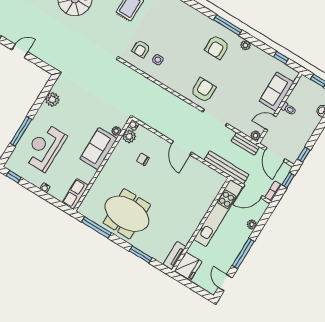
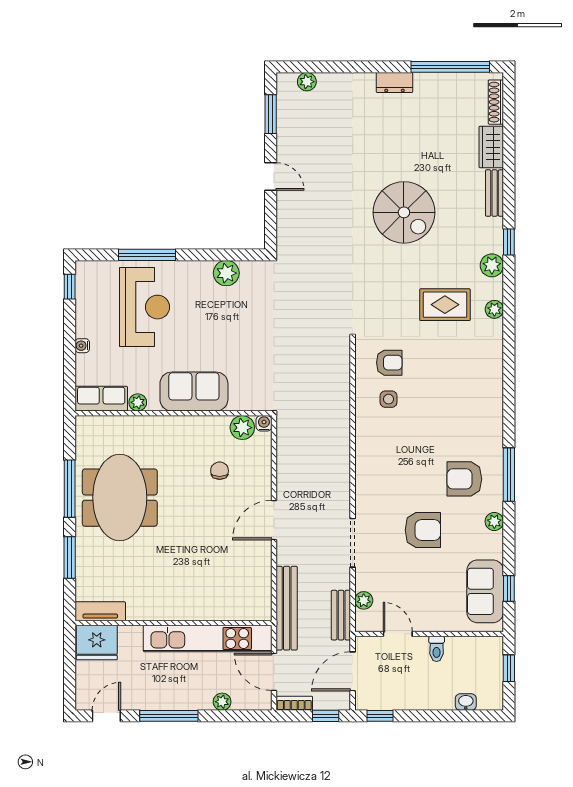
armchair: (141, 49) -> (389, 363), turned 180
armchair: (203, 90) -> (423, 530), moved
sofa: (276, 92) -> (485, 591), moved, turned -90
plant: (116, 131) -> (138, 402), moved
plant: (256, 135) -> (364, 600), moved
reception desk: (45, 148) -> (145, 307), turned 90
window: (96, 227) -> (70, 489), moved

